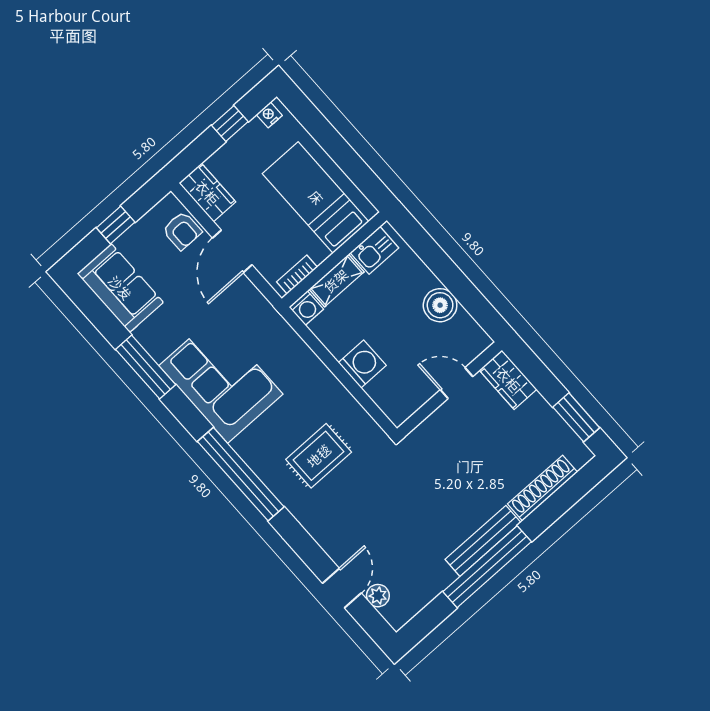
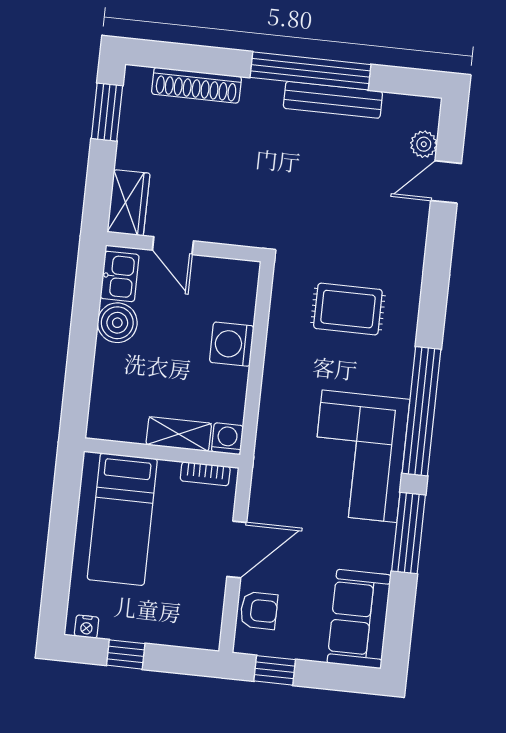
wardrobe: (207, 193) -> (205, 619), removed
window: (116, 225) -> (275, 670), moved
armchair: (182, 231) -> (259, 611), turned 90
kitchen sink: (374, 250) -> (120, 276), moved, turned 90
window: (241, 474) -> (422, 411), moved
bench: (483, 541) -> (333, 100), moved

